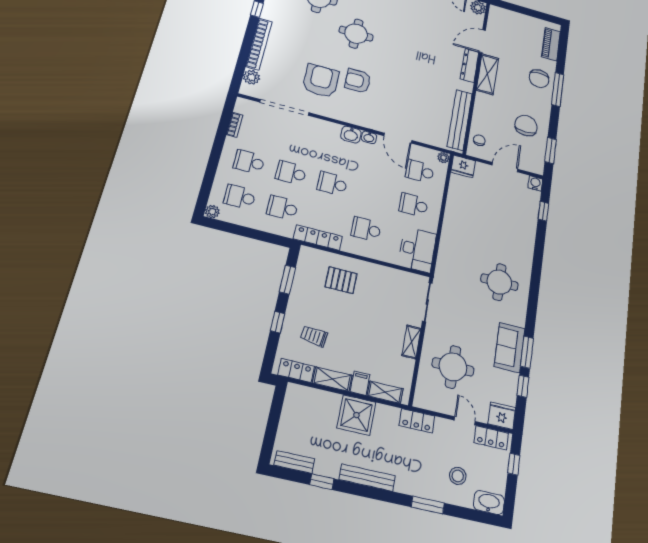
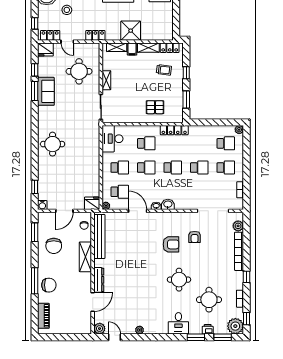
shelving: (487, 74) -> (85, 257), moved
chair: (539, 79) -> (49, 285), turned 90
armchair: (321, 81) -> (195, 237), width x0.53, depth x0.53
school desk: (282, 208) -> (146, 168), moved
round table: (499, 282) -> (53, 144), moved

